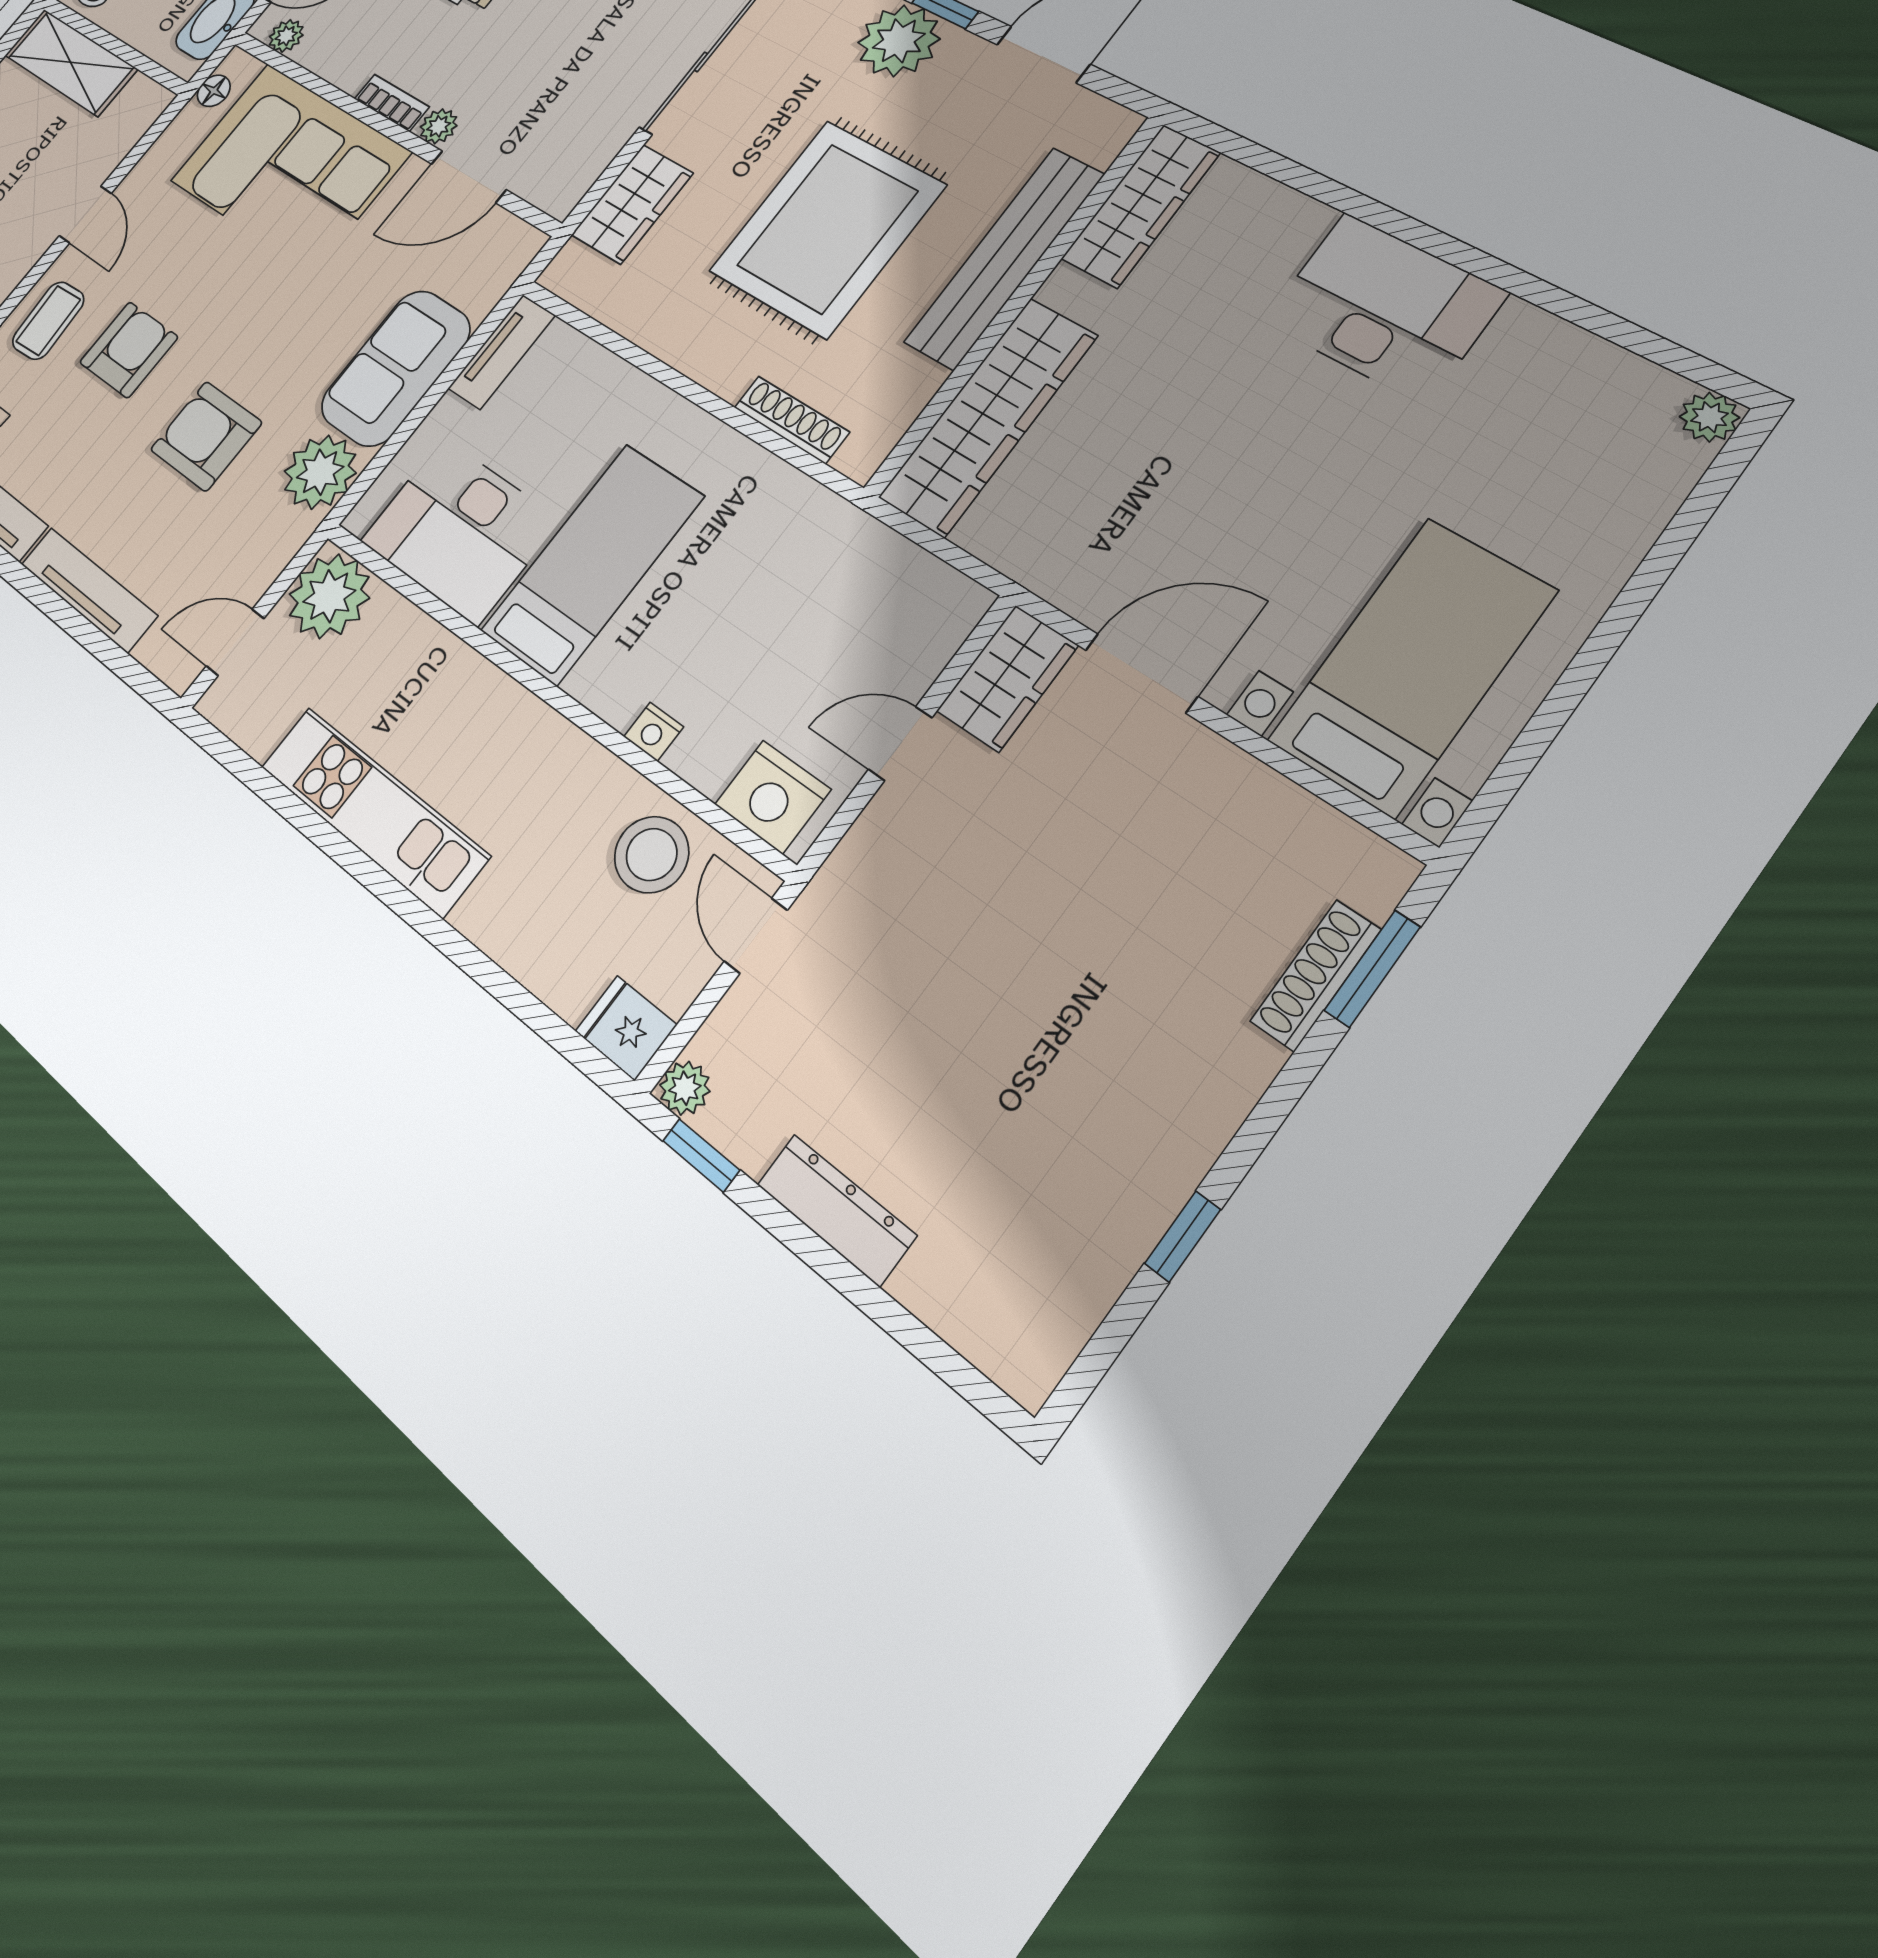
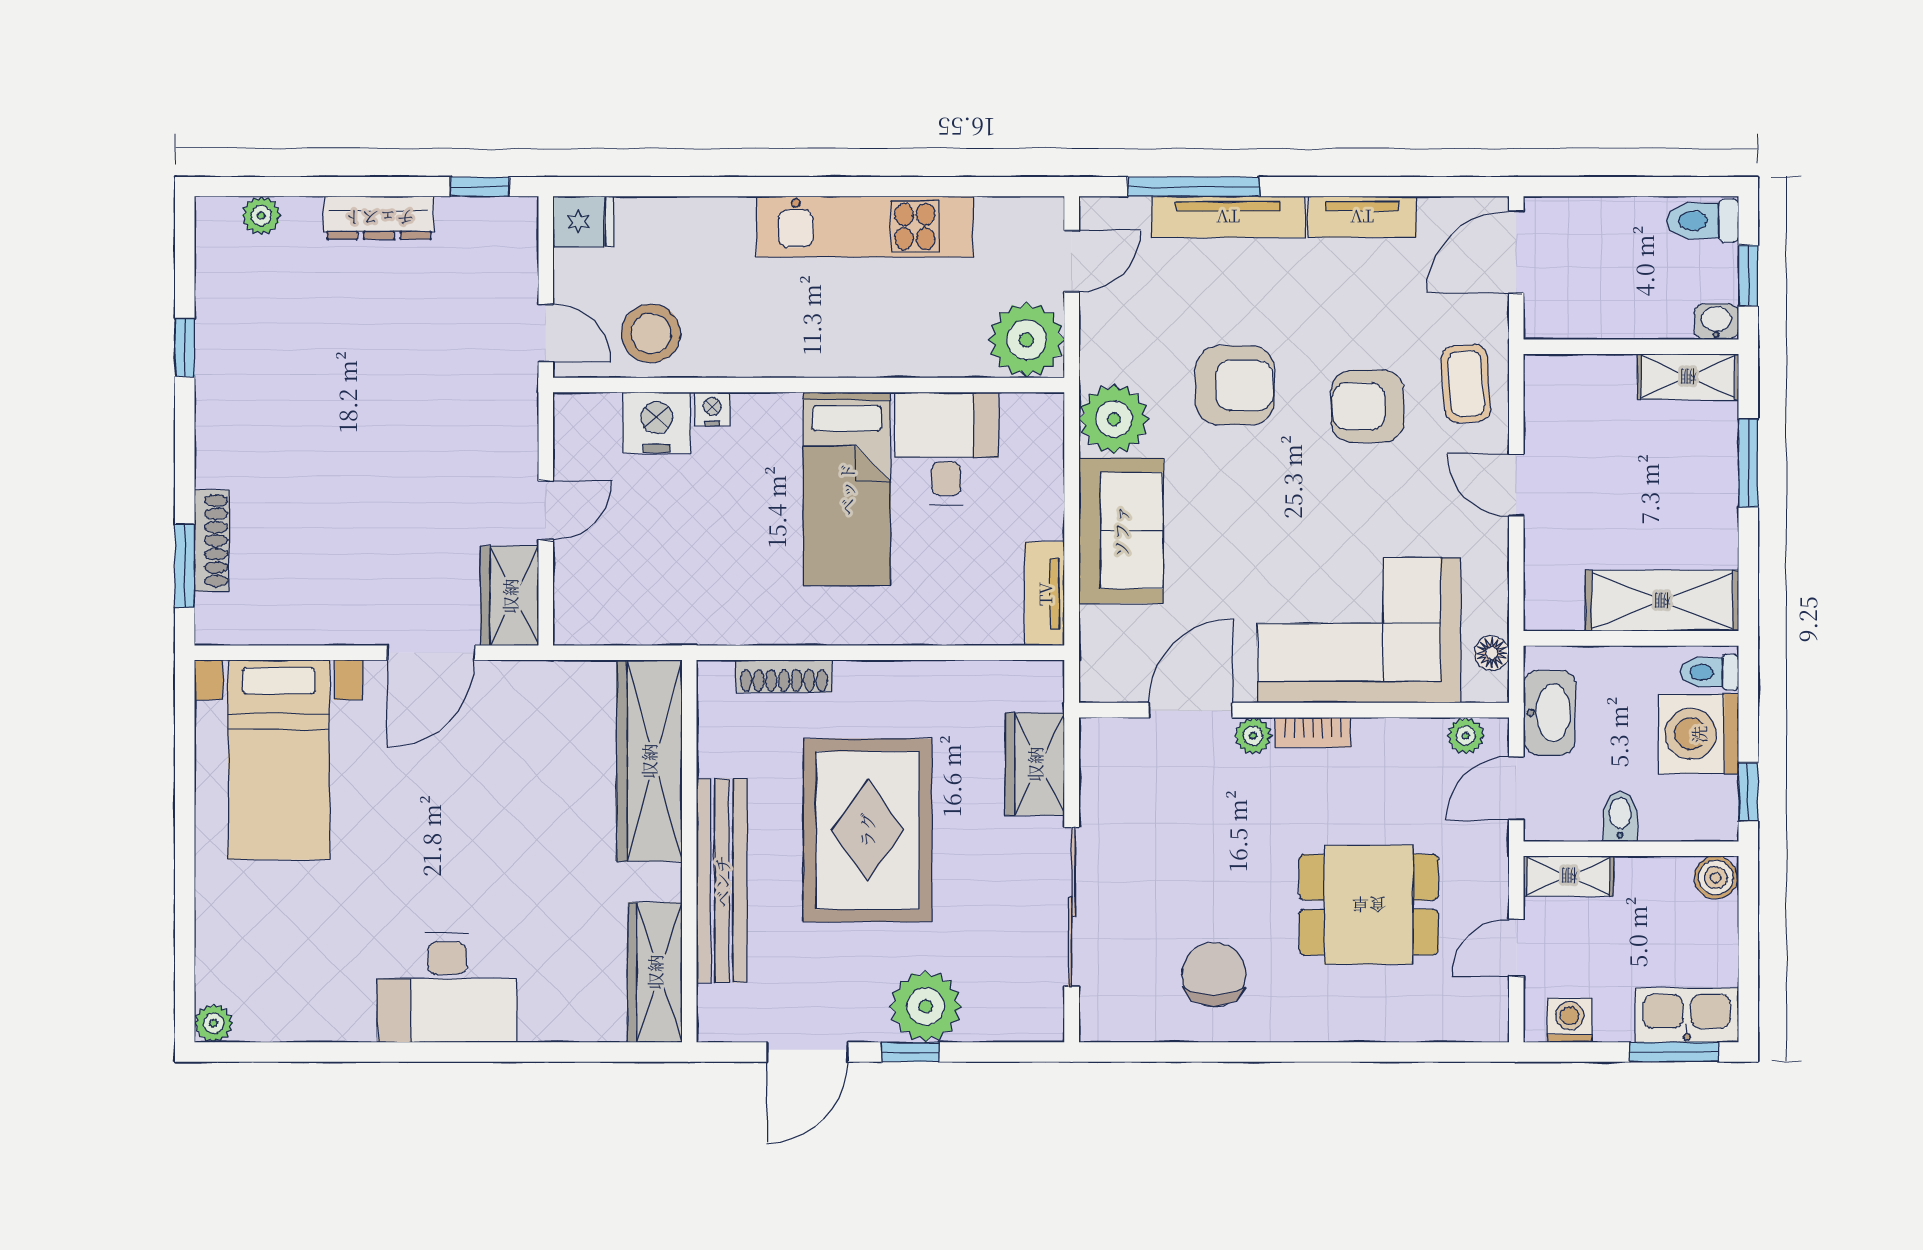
armchair: (129, 350) -> (1368, 406), turned 90
desk: (460, 530) -> (946, 448), width x0.73
window: (91, 637) -> (1193, 187), added
nightstand: (773, 797) -> (657, 423), moved
plant: (685, 1088) -> (261, 215), moved

